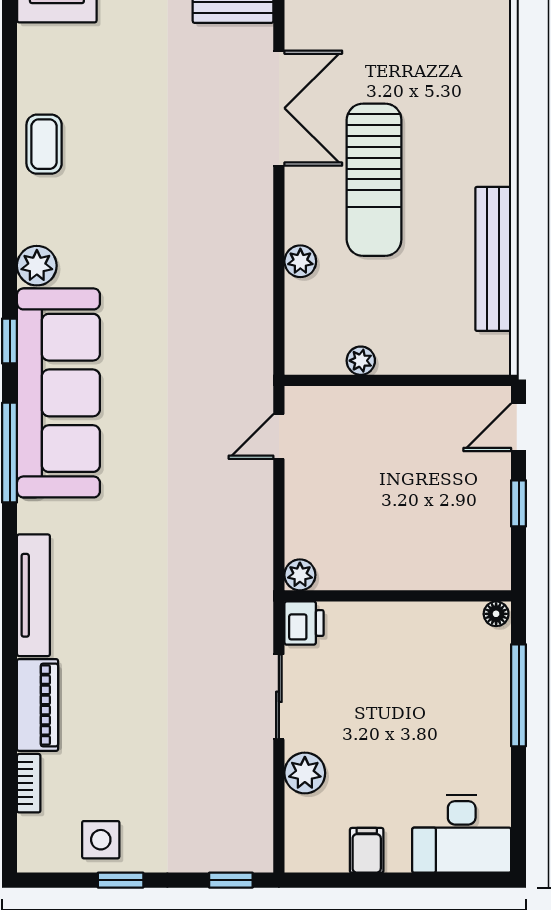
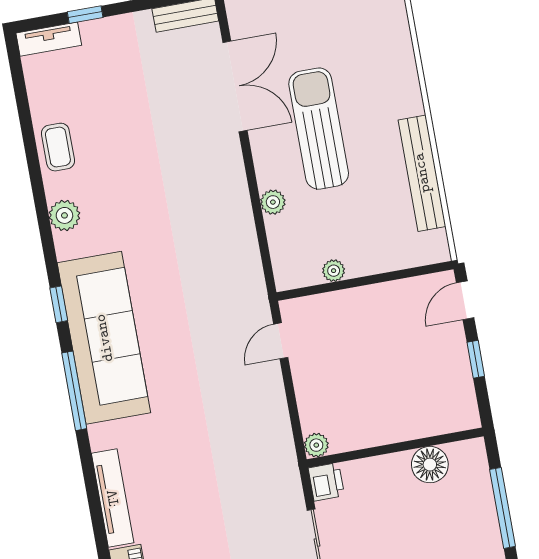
sun lounger: (374, 180) -> (319, 129), turned 180
plant: (37, 266) -> (64, 215), moved
floor lamp: (496, 614) -> (430, 465), moved, width x1.89, depth x1.89

